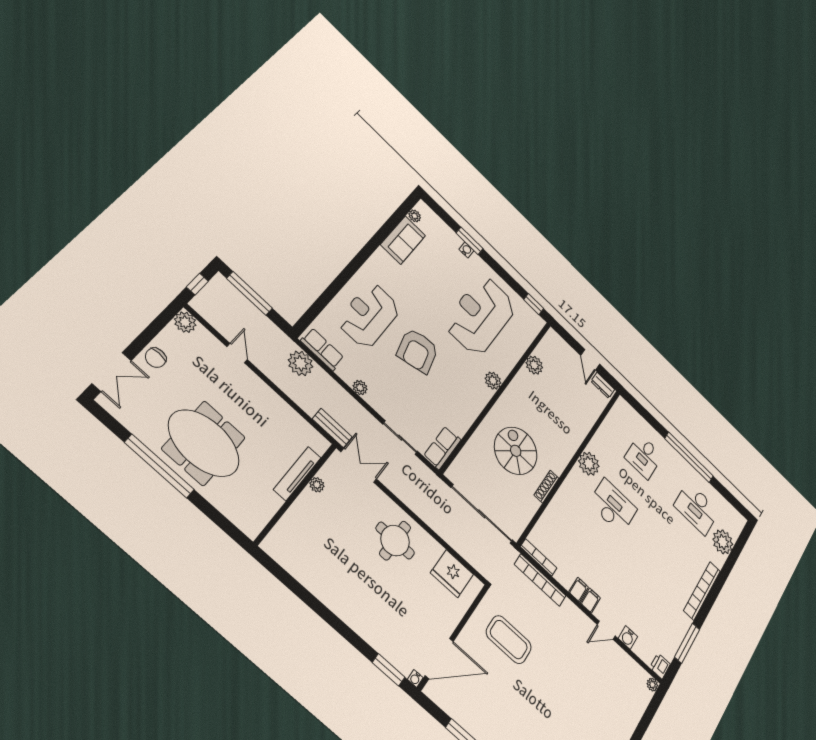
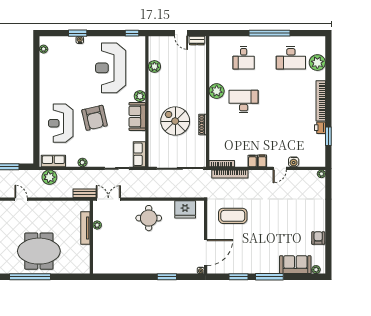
sofa: (403, 240) -> (137, 116), moved, turned 180
window: (687, 643) -> (328, 136), width x0.69
printer: (660, 666) -> (320, 128), moved
window: (389, 670) -> (167, 277), moved

